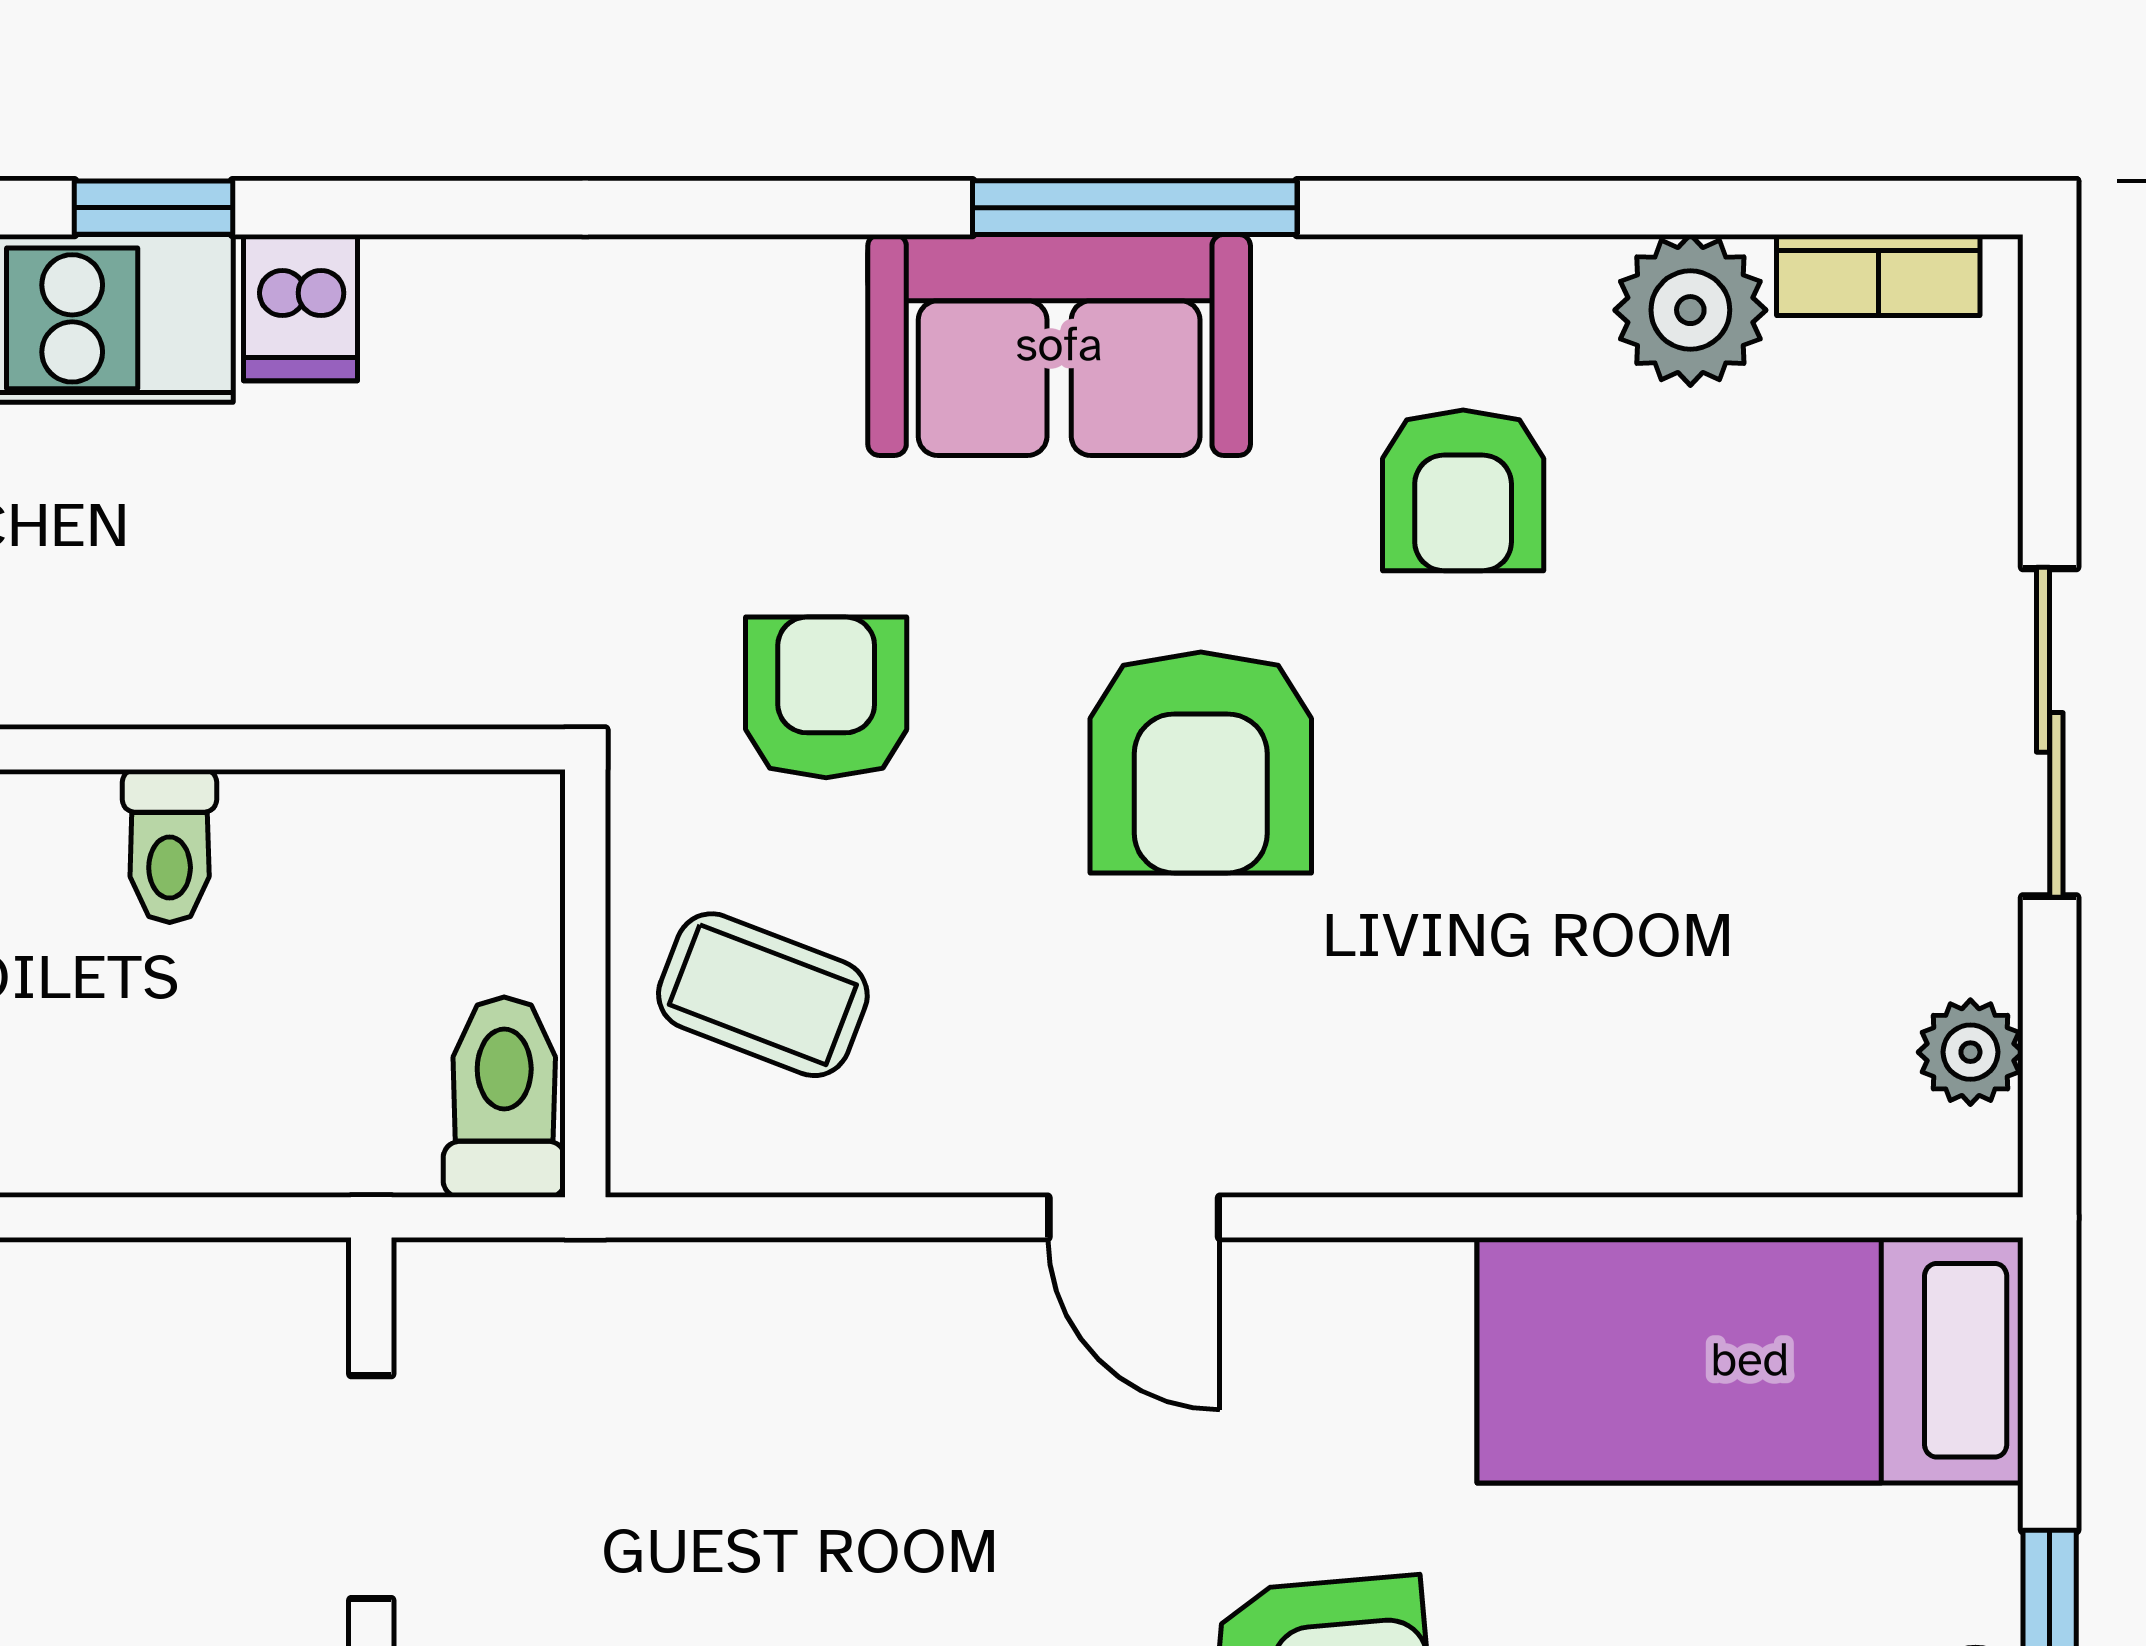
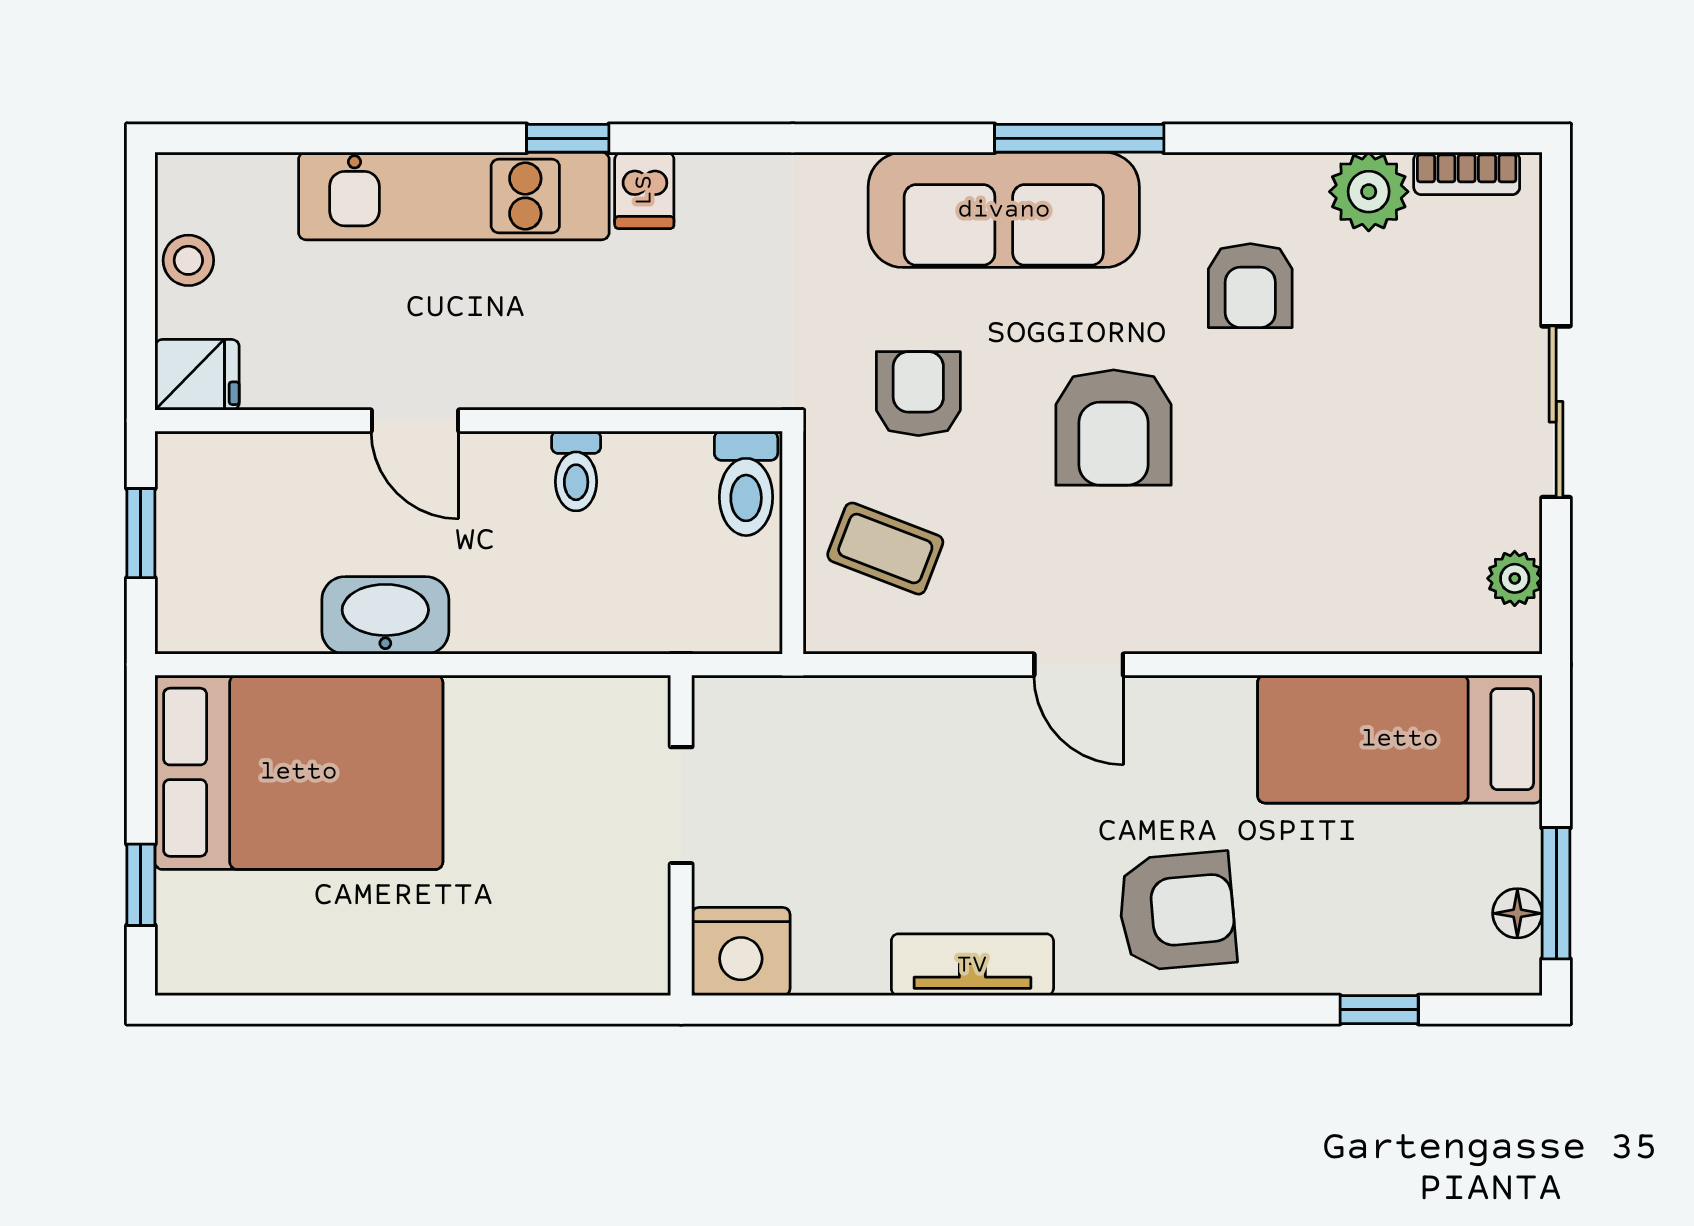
sofa: (1059, 345) -> (1004, 210), width x1.36
toilet: (504, 1097) -> (746, 483), moved, turned 180

